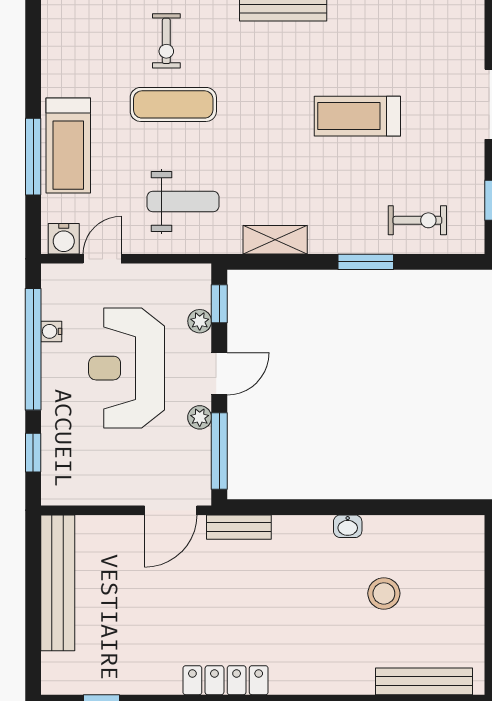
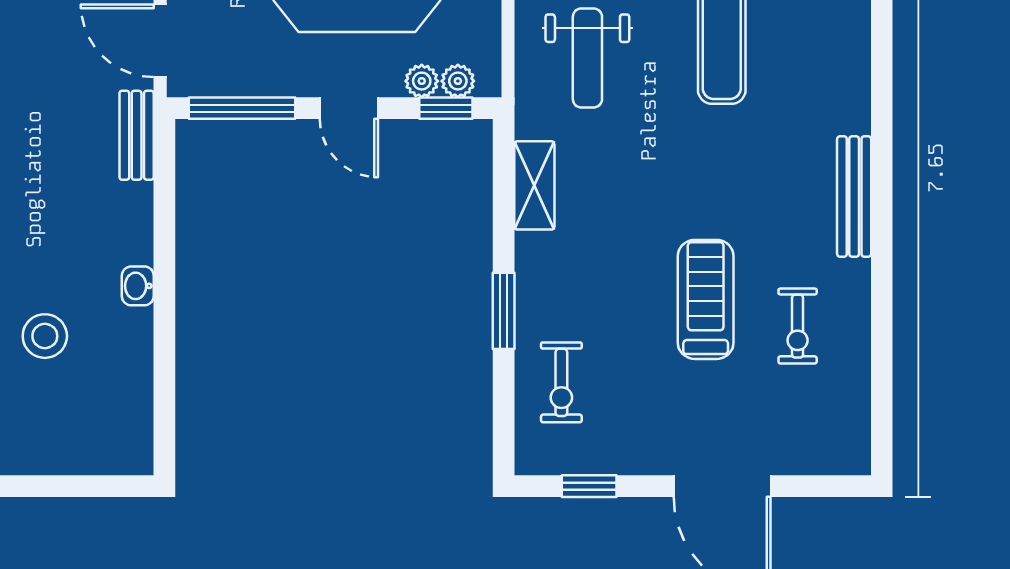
exercise bike: (166, 41) -> (798, 326), moved, turned -90
plant: (200, 417) -> (458, 81), moved

